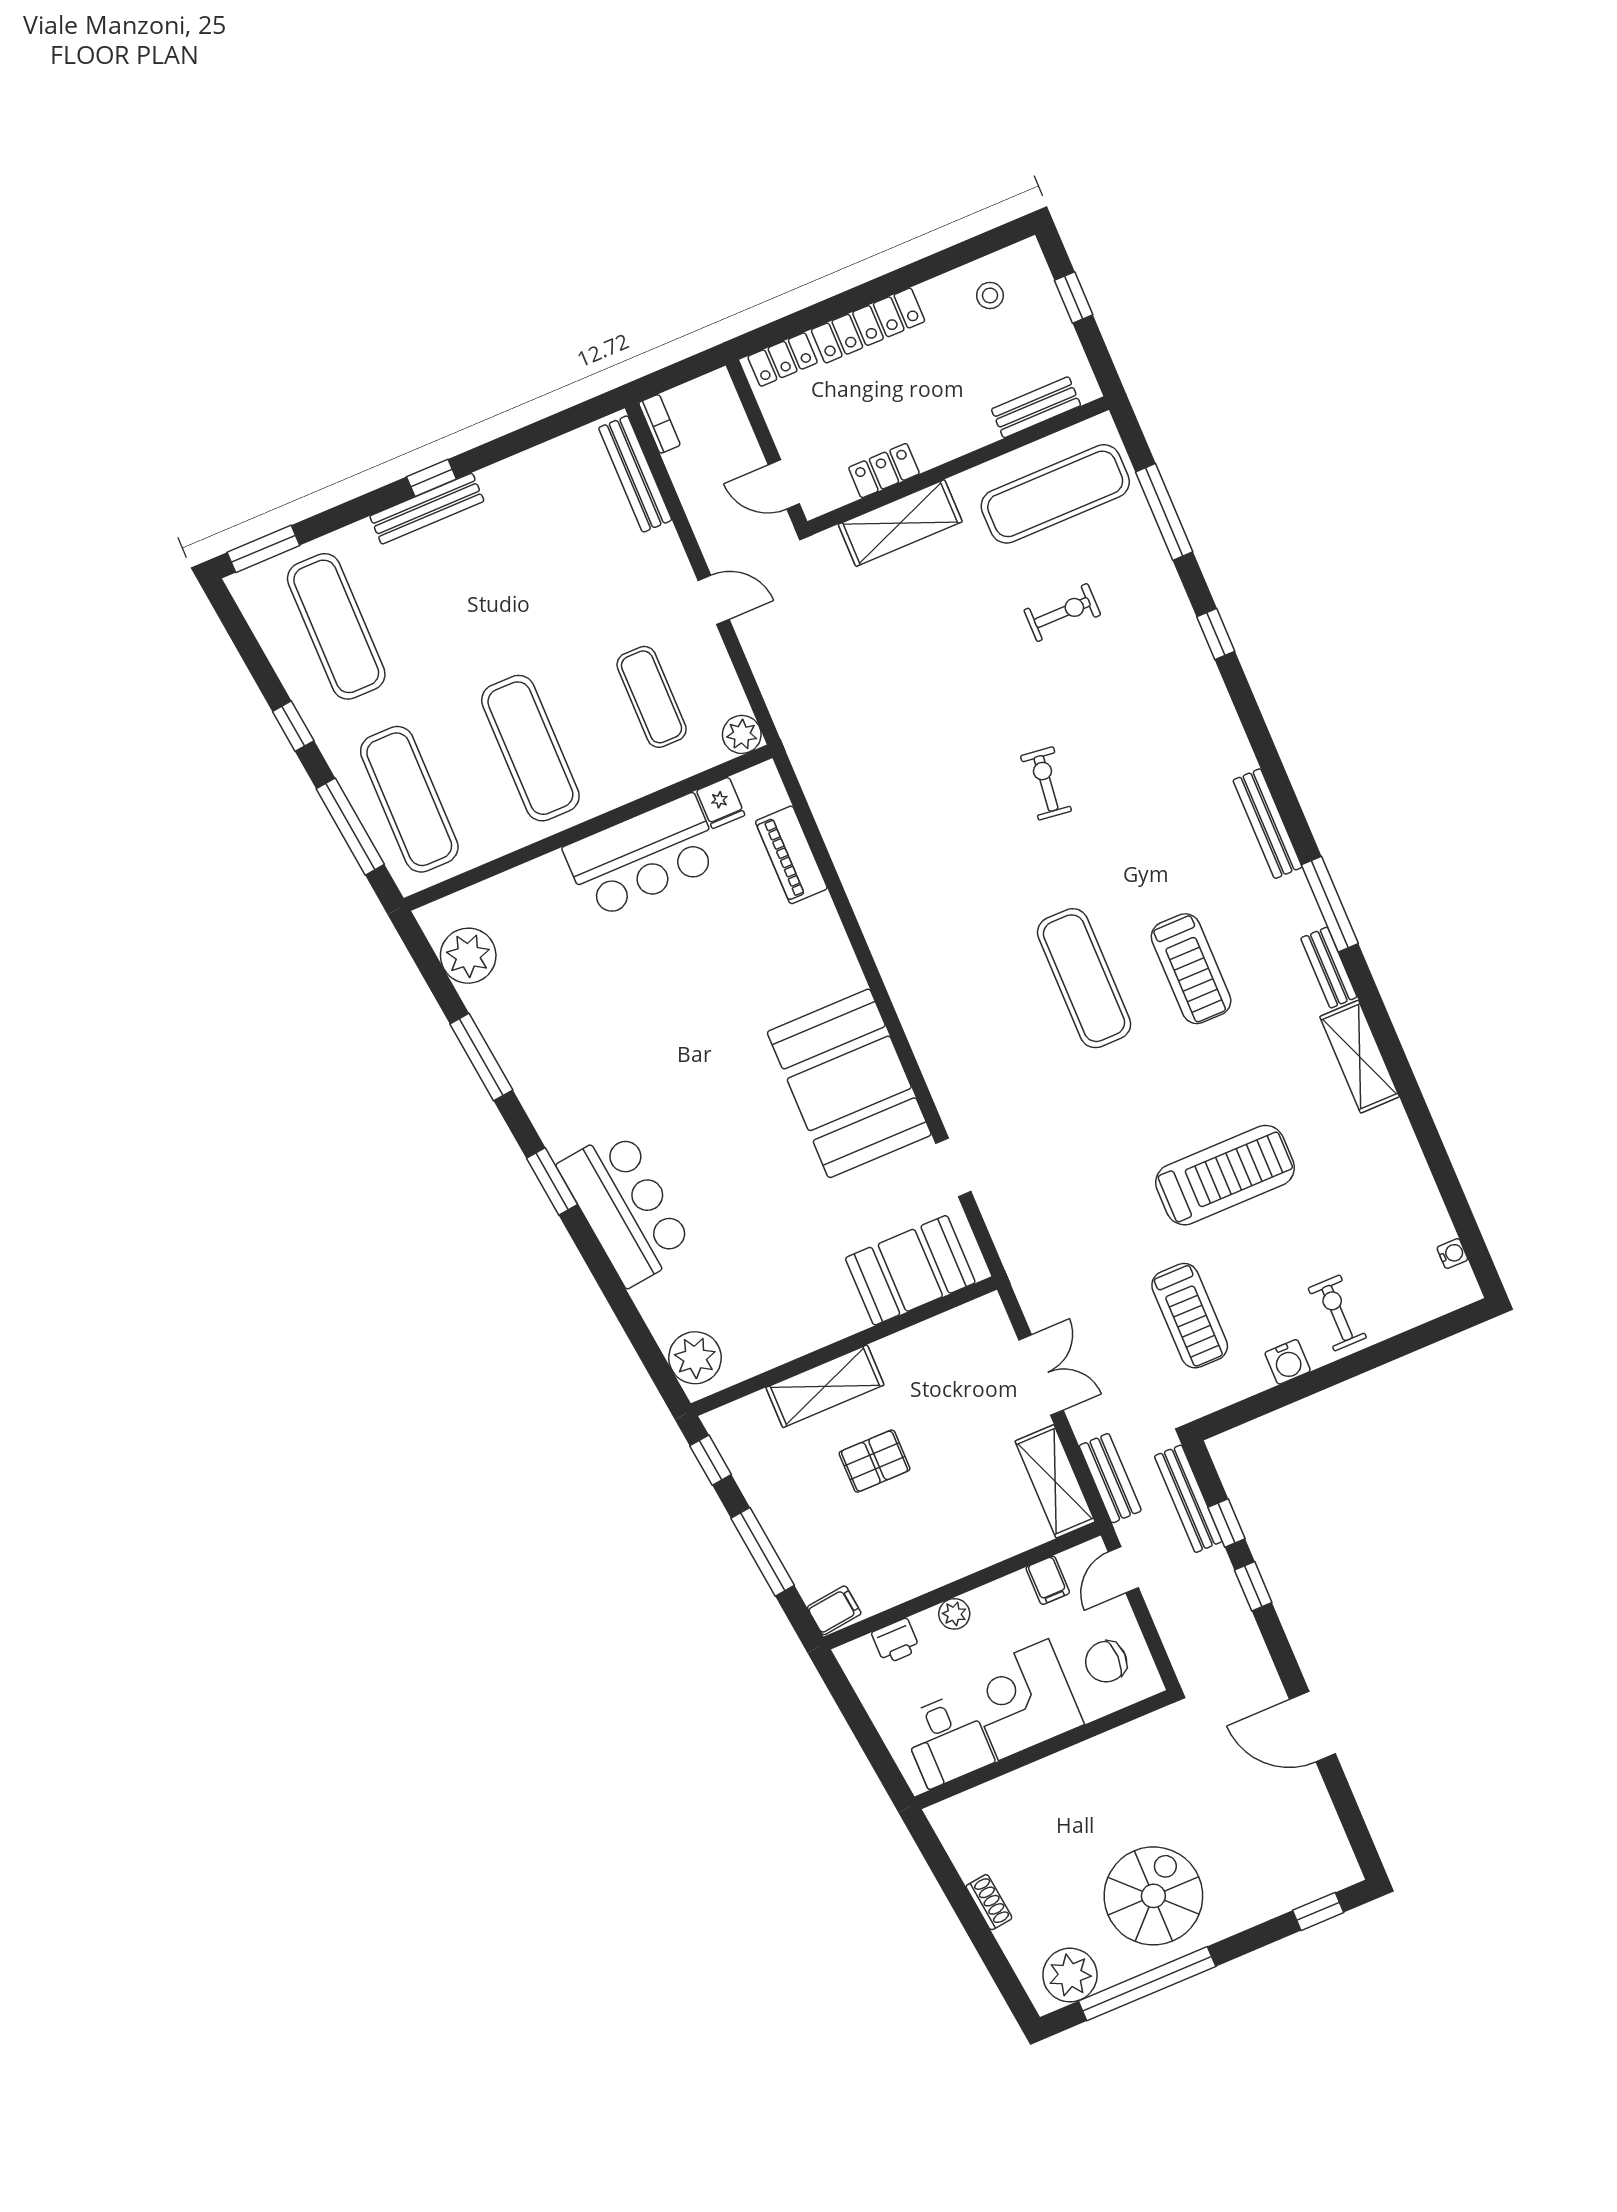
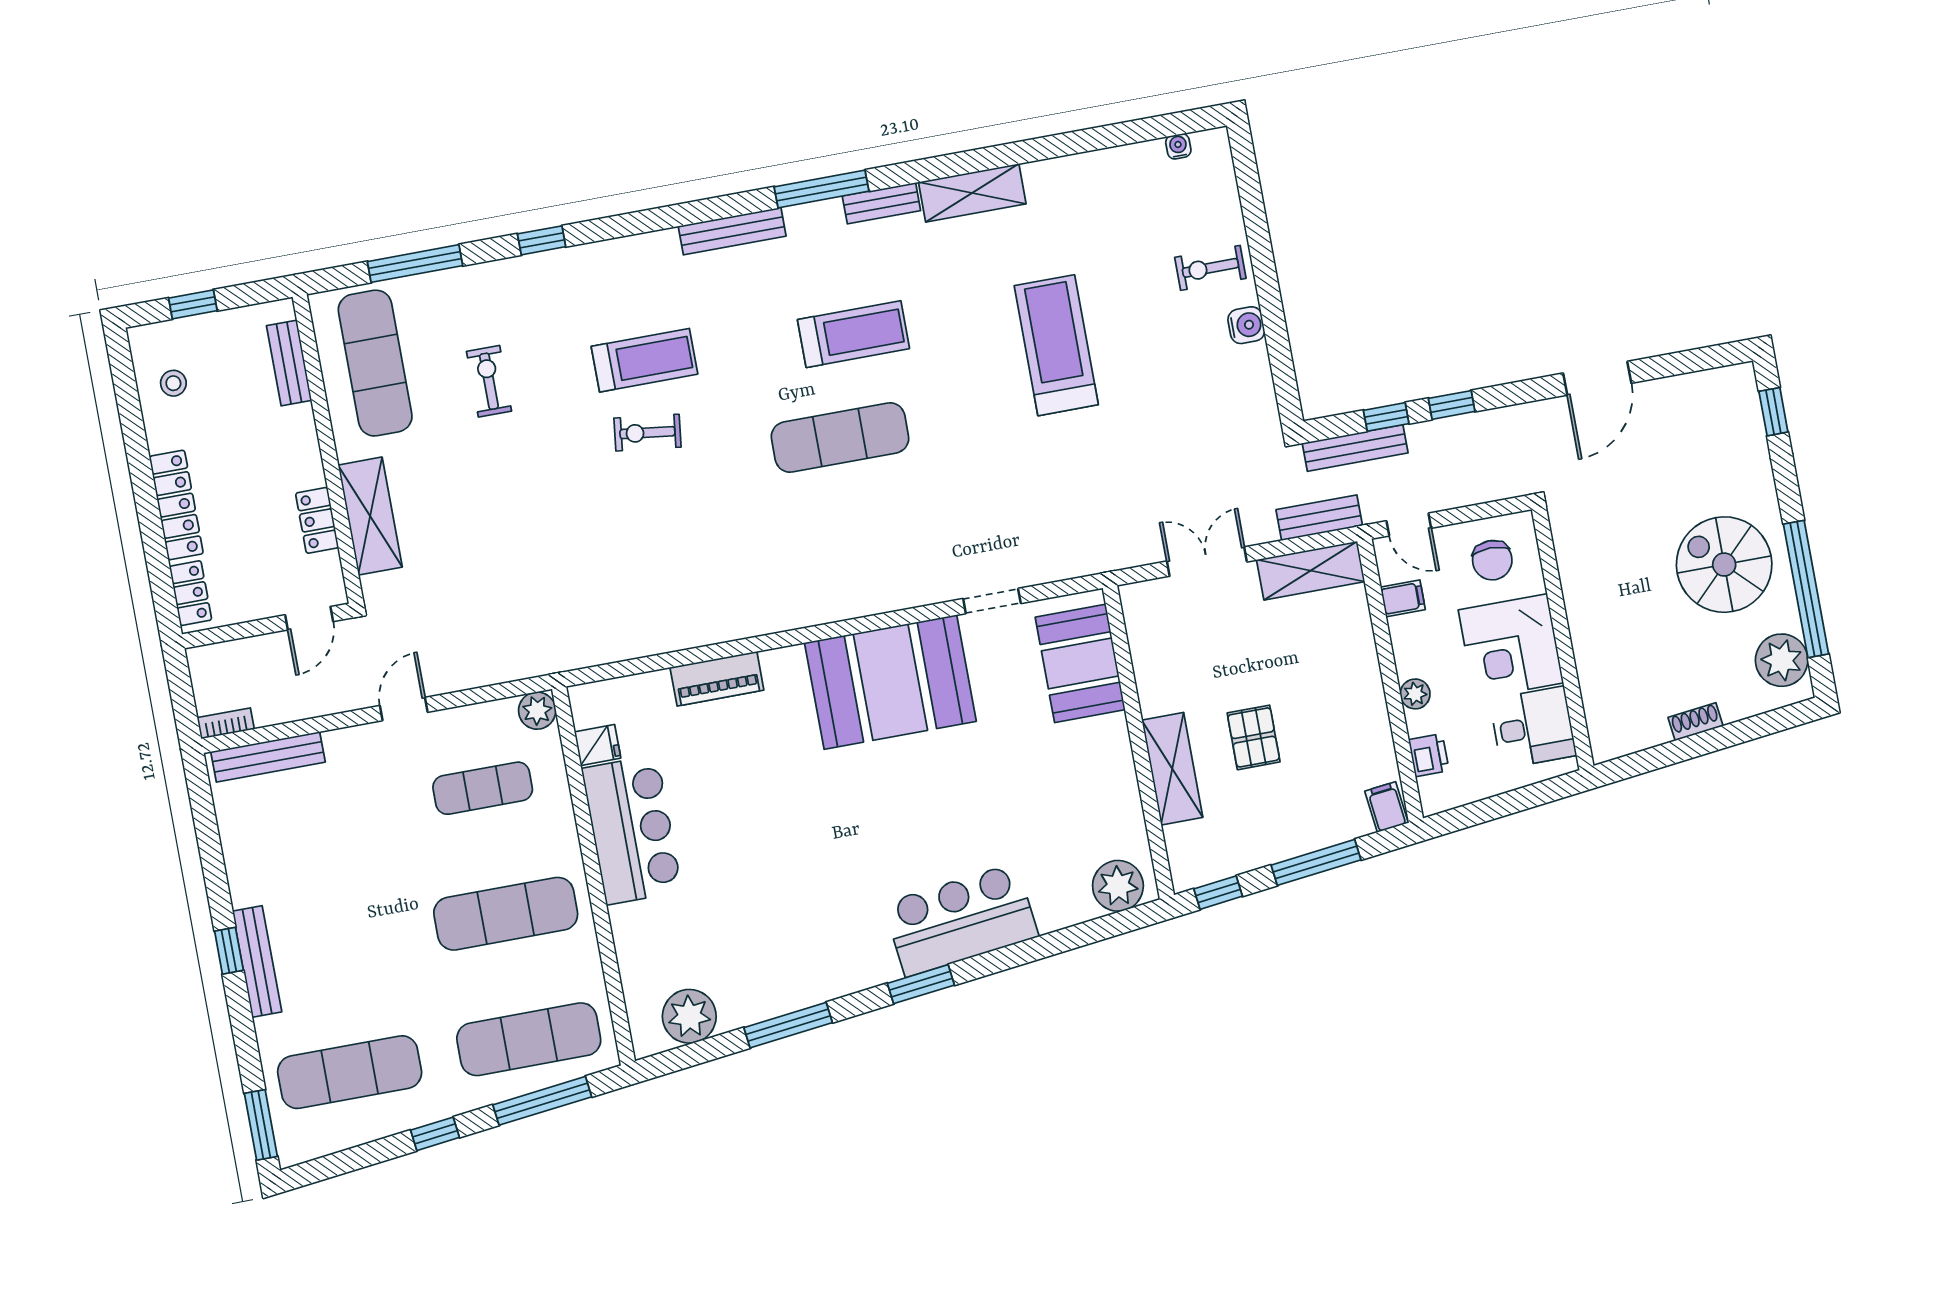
piano: (791, 855) -> (717, 679), moved
treadmill: (1190, 1316) -> (645, 360), moved

